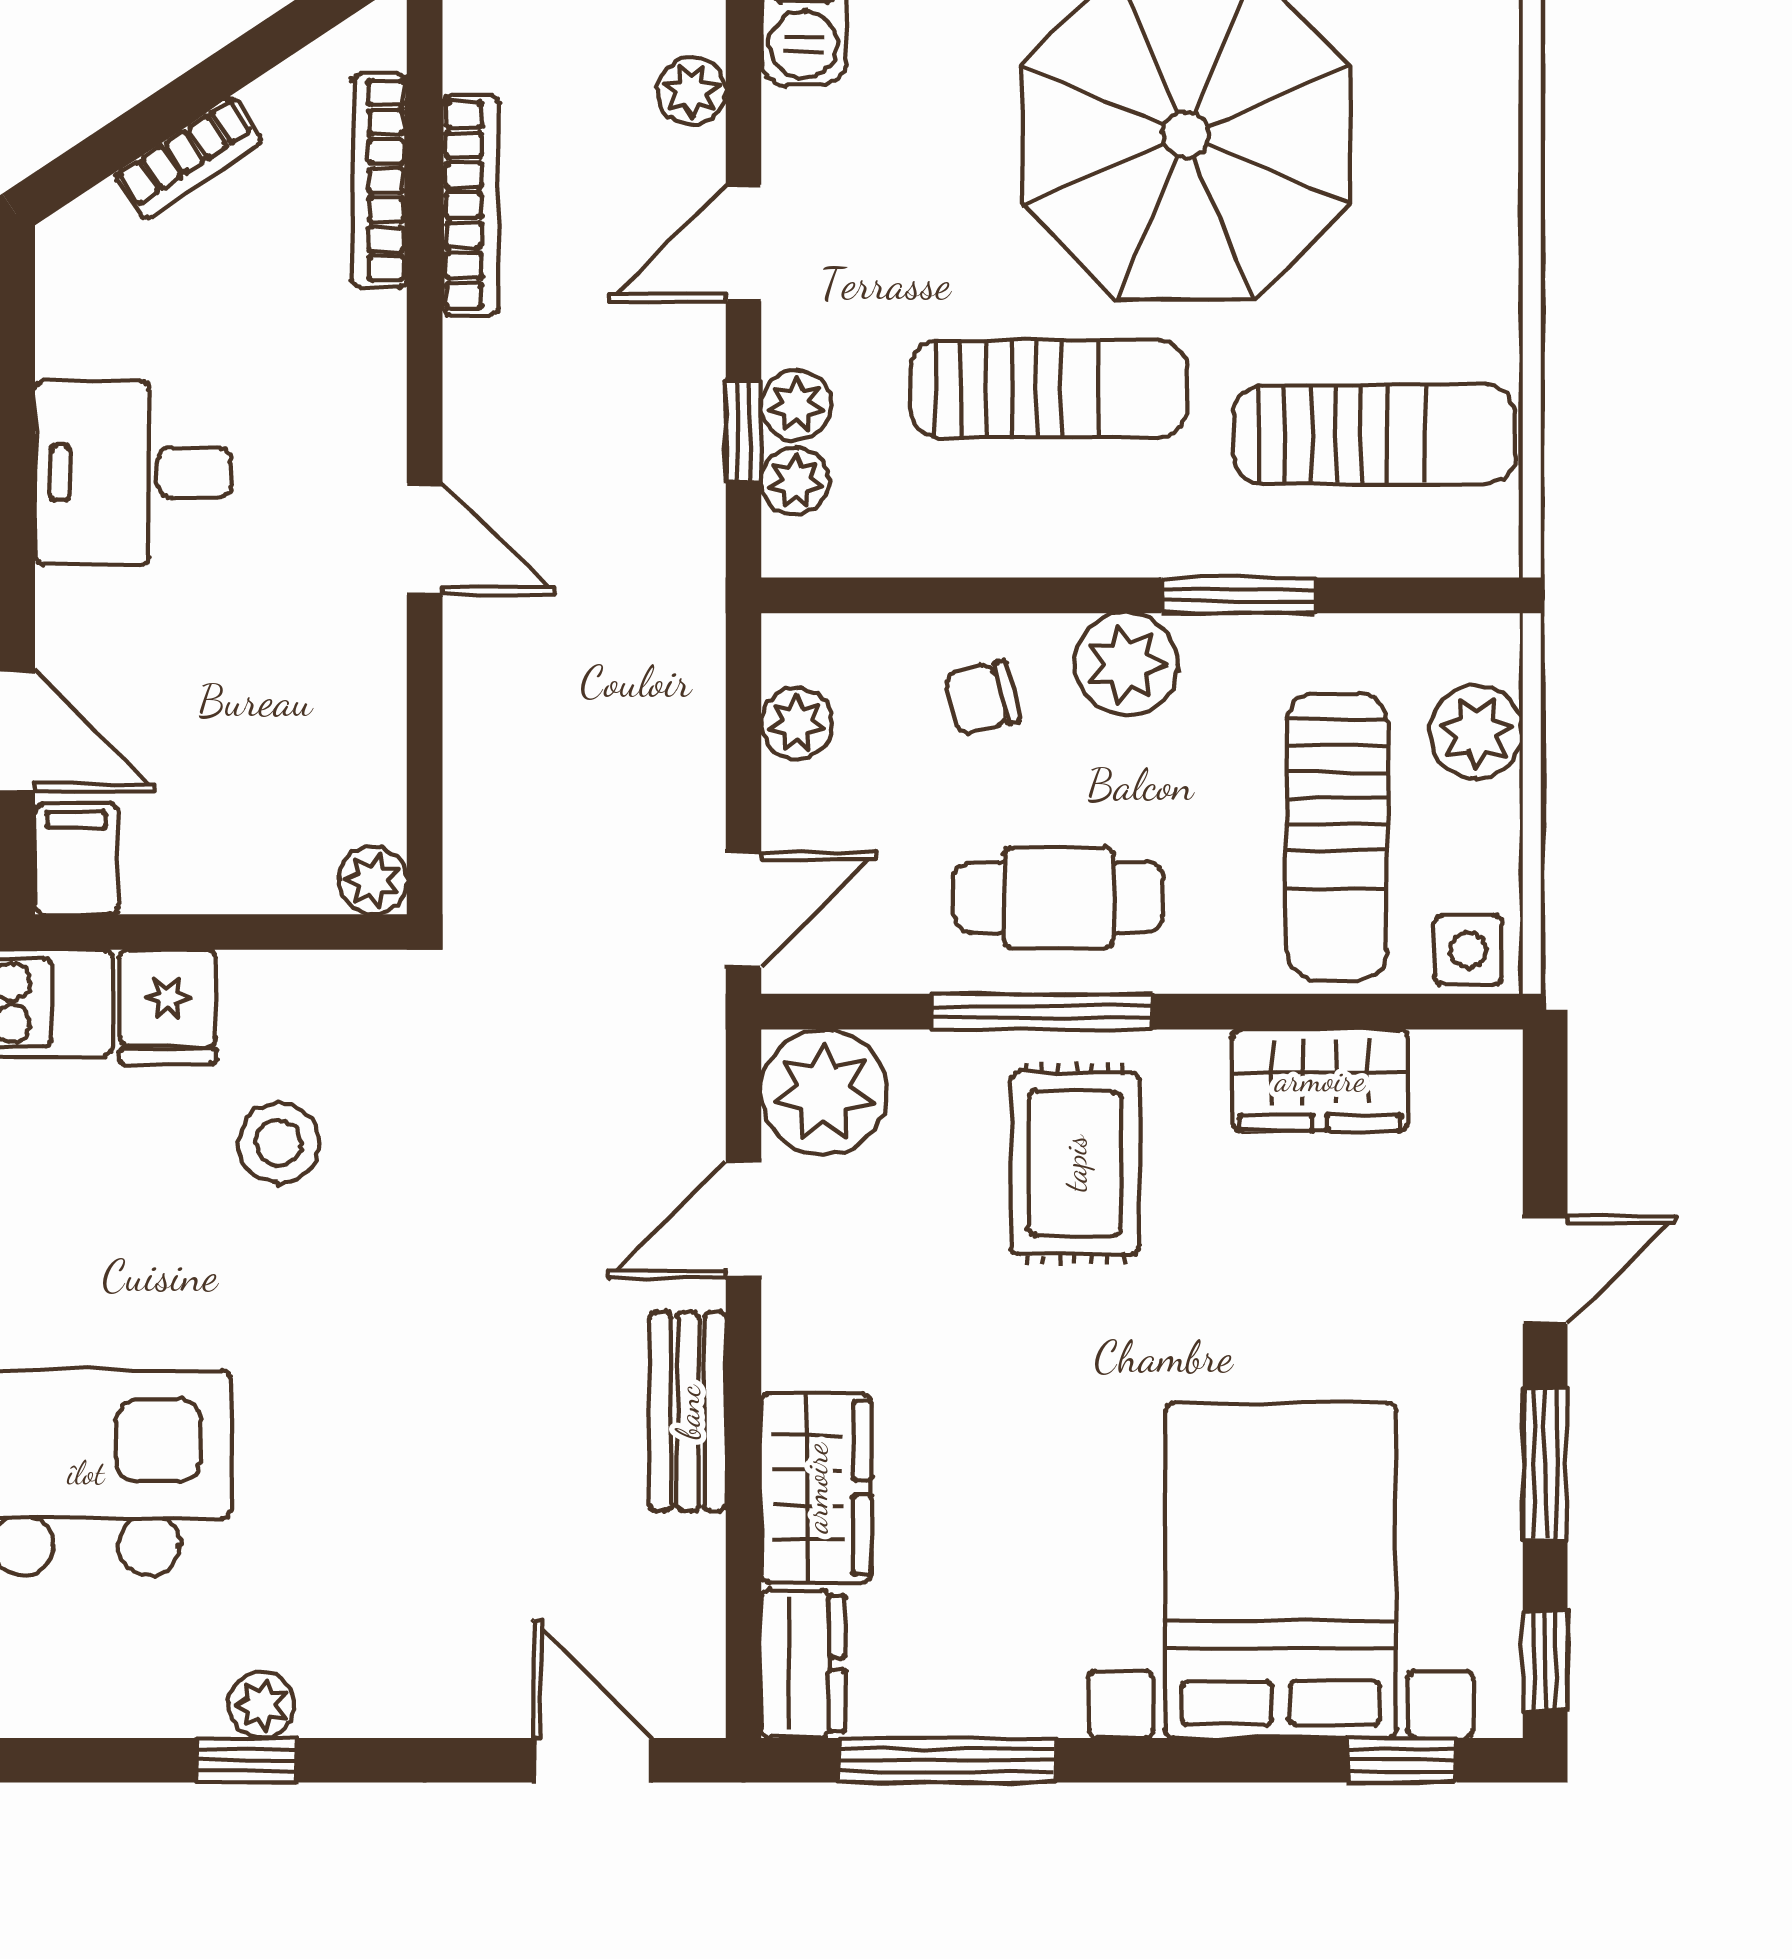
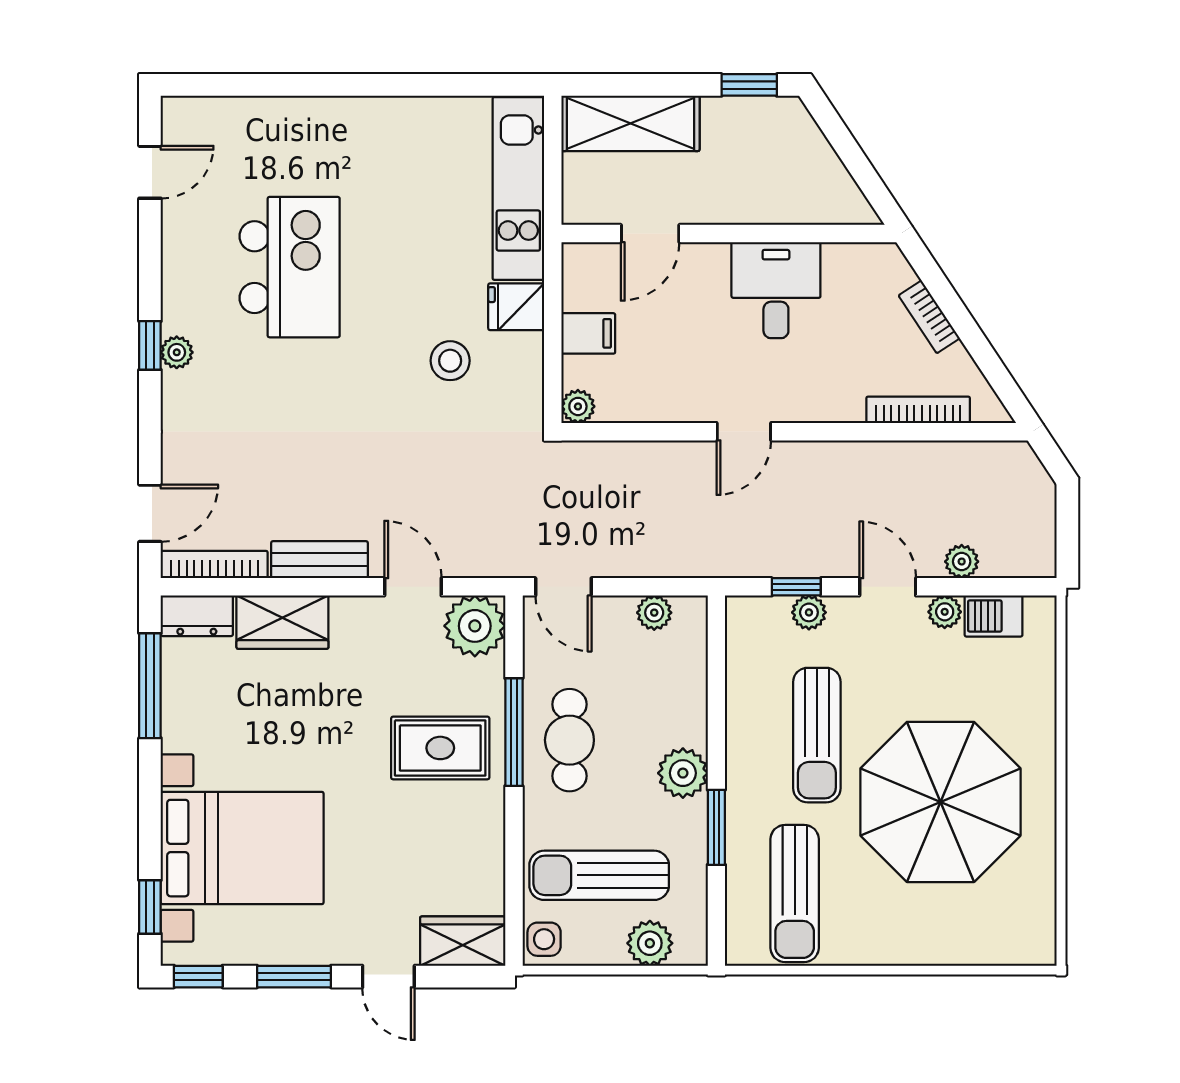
bookcase: (470, 205) -> (214, 564), moved, turned 180
plant: (795, 481) -> (945, 612), moved
chair: (982, 698) -> (666, 703), removed
filing cabinet: (76, 859) -> (588, 333), moved
wardrobe: (1320, 1080) -> (463, 941), moved, turned 90

